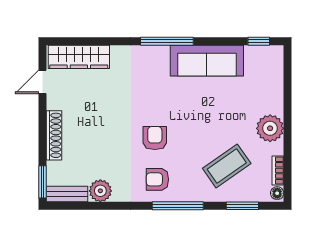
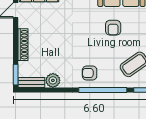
armchair: (155, 138) -> (113, 28), moved, turned 180
window: (178, 206) -> (103, 90), width x1.46

